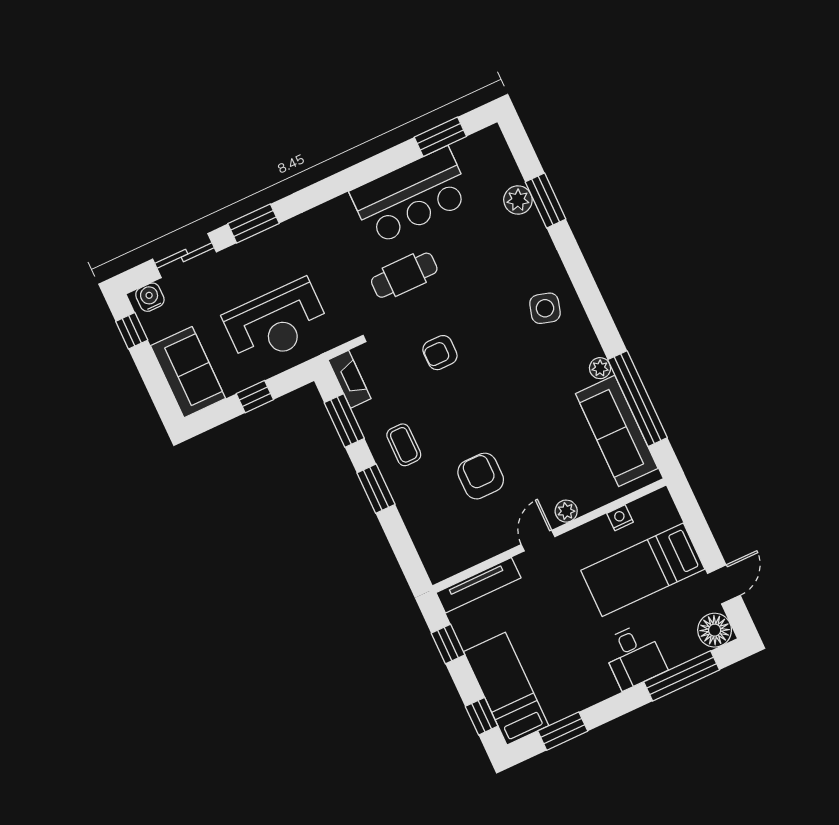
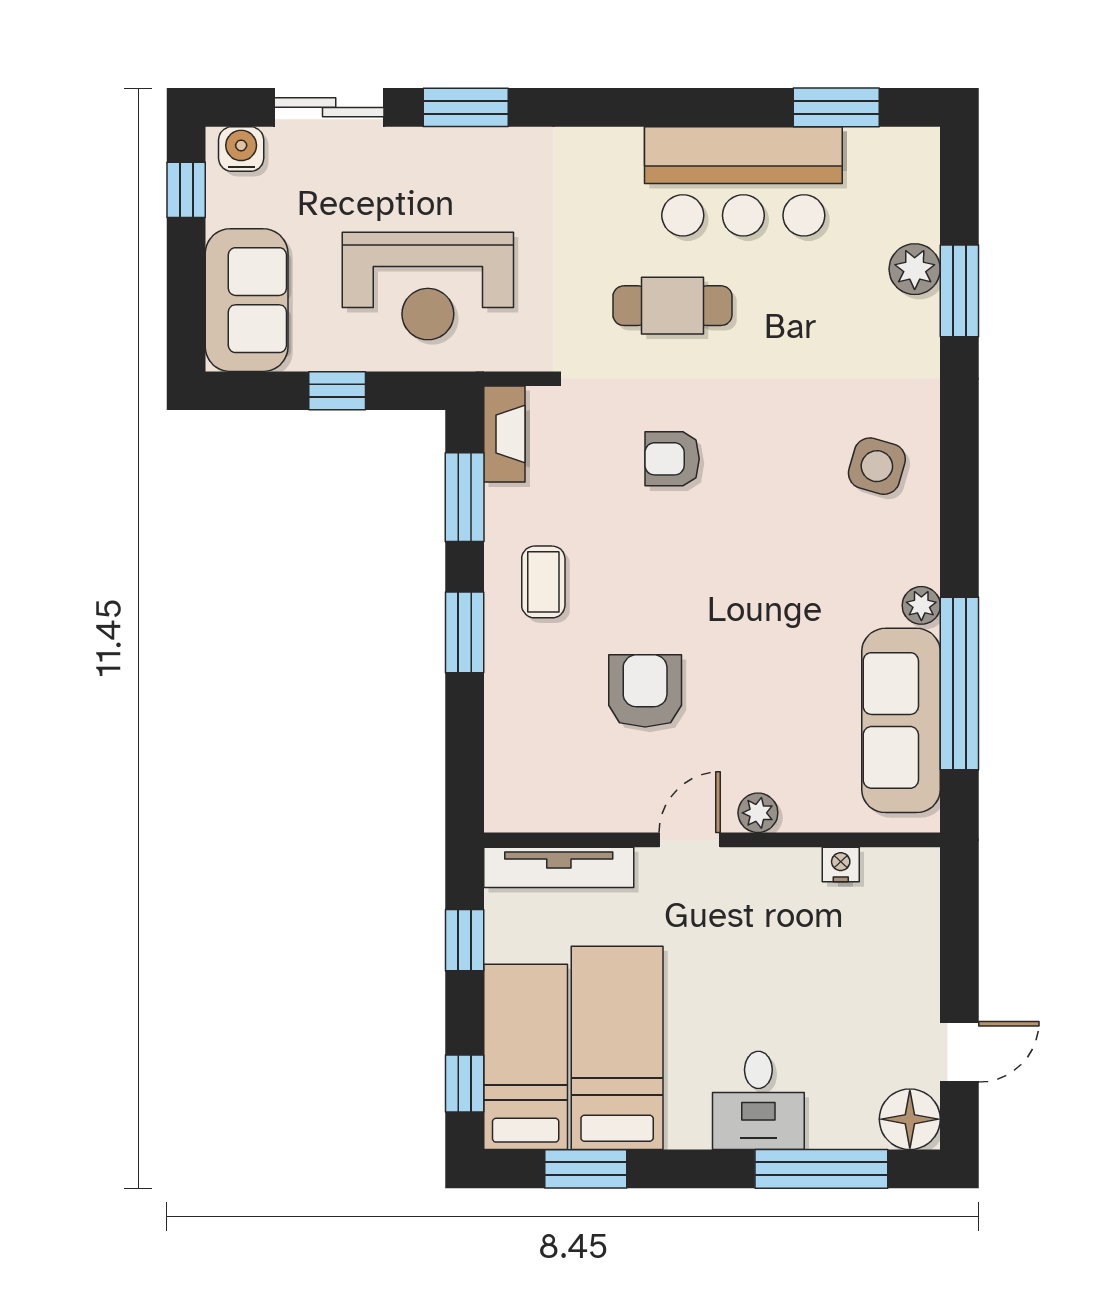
bed: (643, 570) -> (617, 1048), moved, turned 90

